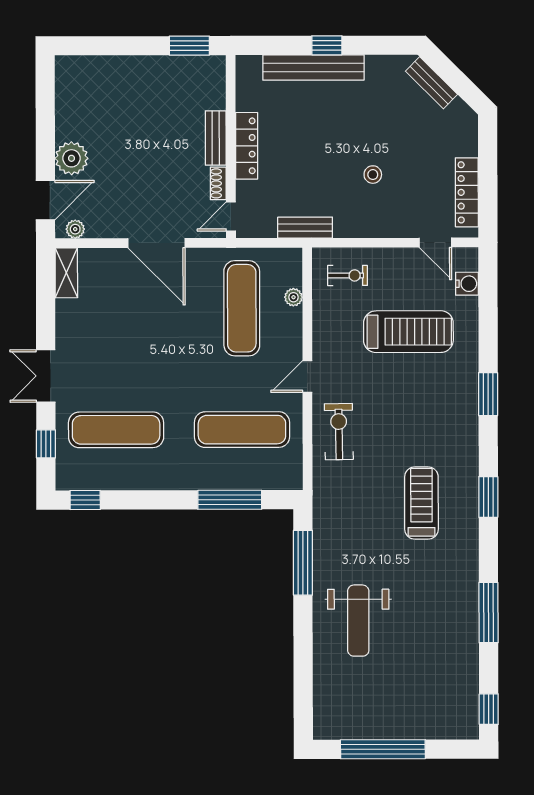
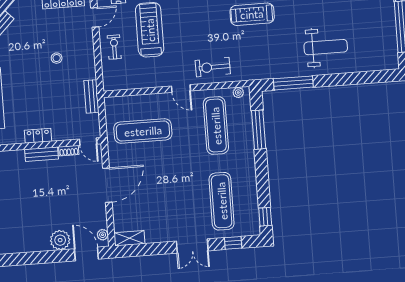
locker: (247, 146) -> (38, 136), width x0.66
exercise bike: (347, 275) -> (114, 47), moved
plant: (293, 297) -> (238, 93), moved

